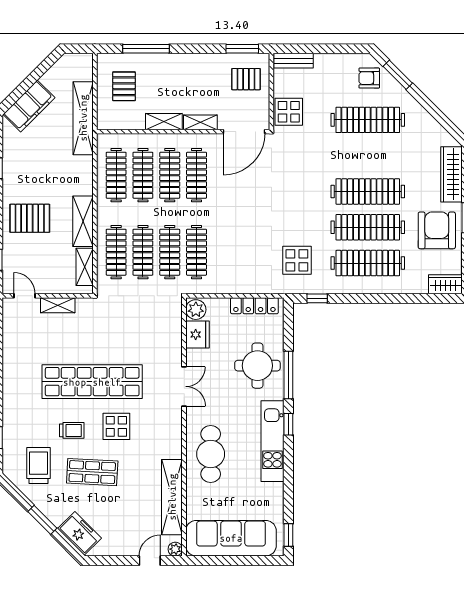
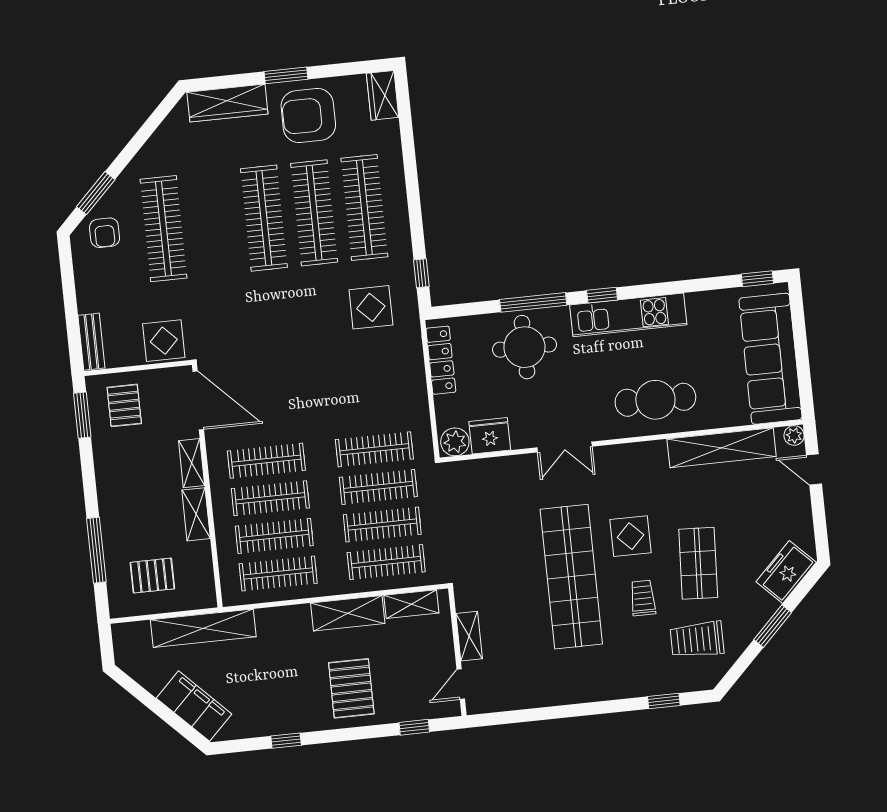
double door: (184, 386) -> (565, 447), swing flipped

